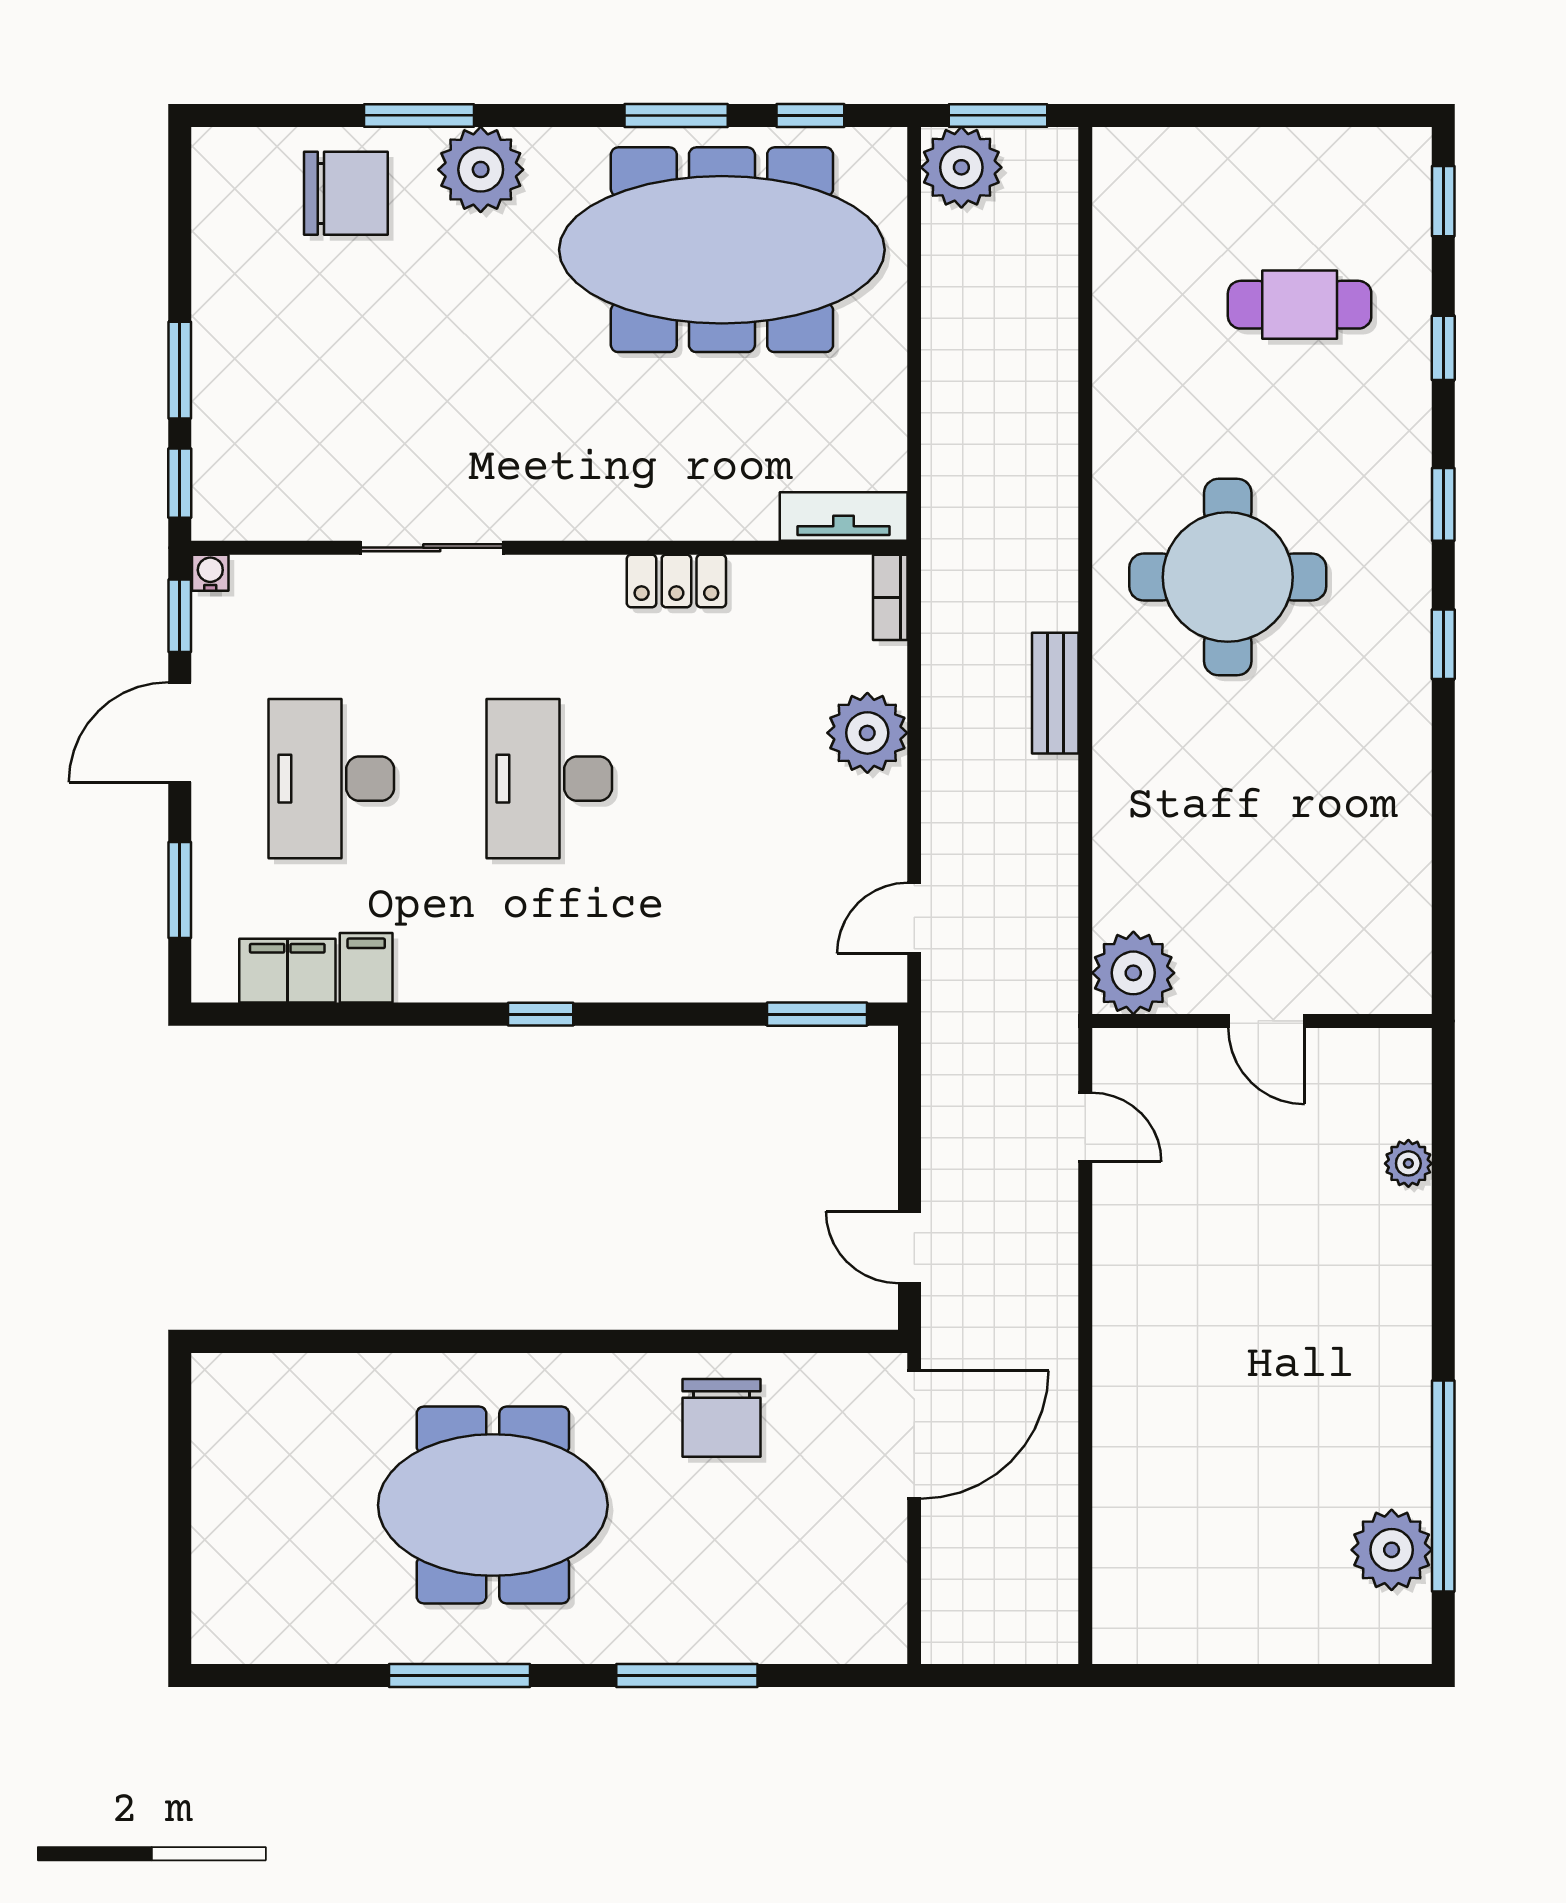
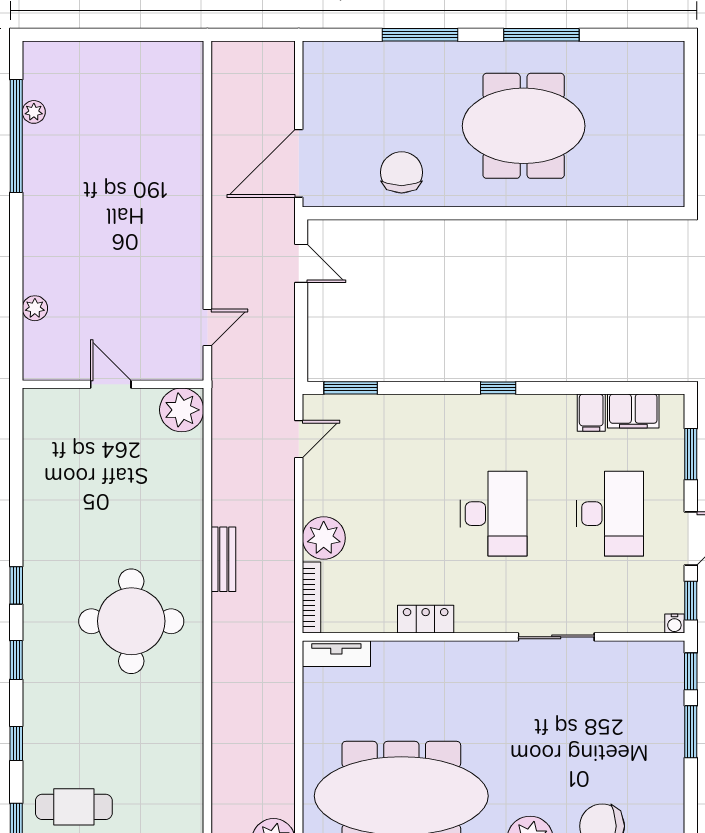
cafe table: (1300, 305) -> (74, 807), moved
bookcase: (890, 597) -> (311, 598), width x1.56
door: (1085, 1127) -> (207, 328), swing flipped
plant: (1392, 1550) -> (34, 112), width x0.53, depth x0.53

